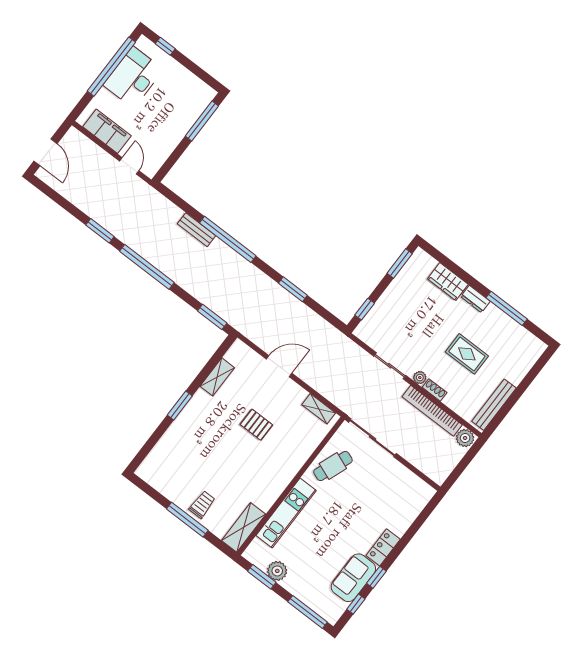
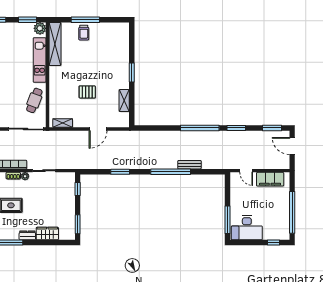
desk: (133, 77) -> (247, 228), moved, turned 90
window: (212, 317) -> (272, 128), moved
shelving: (244, 527) -> (55, 44), width x1.47
plant: (277, 571) -> (40, 28), moved

